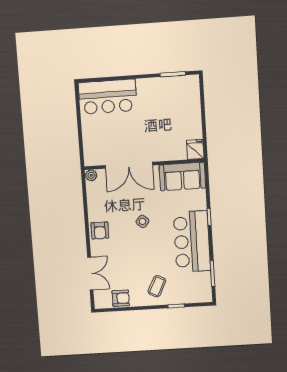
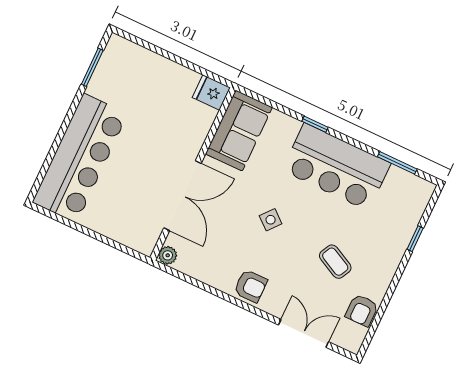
bar counter: (108, 97) -> (80, 158), width x1.36
coffee table: (157, 286) -> (335, 262), moved
armchair: (121, 298) -> (362, 310), turned 180

